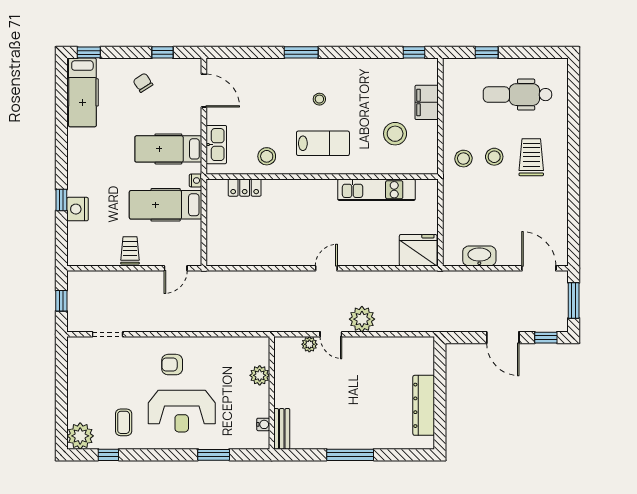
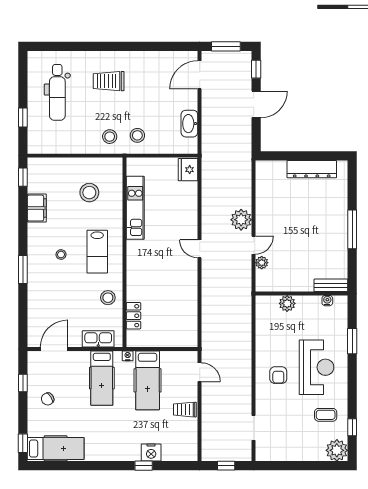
filing cabinet: (427, 102) -> (37, 208), moved, turned -90
lab bench: (323, 143) -> (97, 252), turned 180
stool: (494, 157) -> (137, 135), moved
fridge: (418, 250) -> (188, 170), width x0.73, depth x0.75

